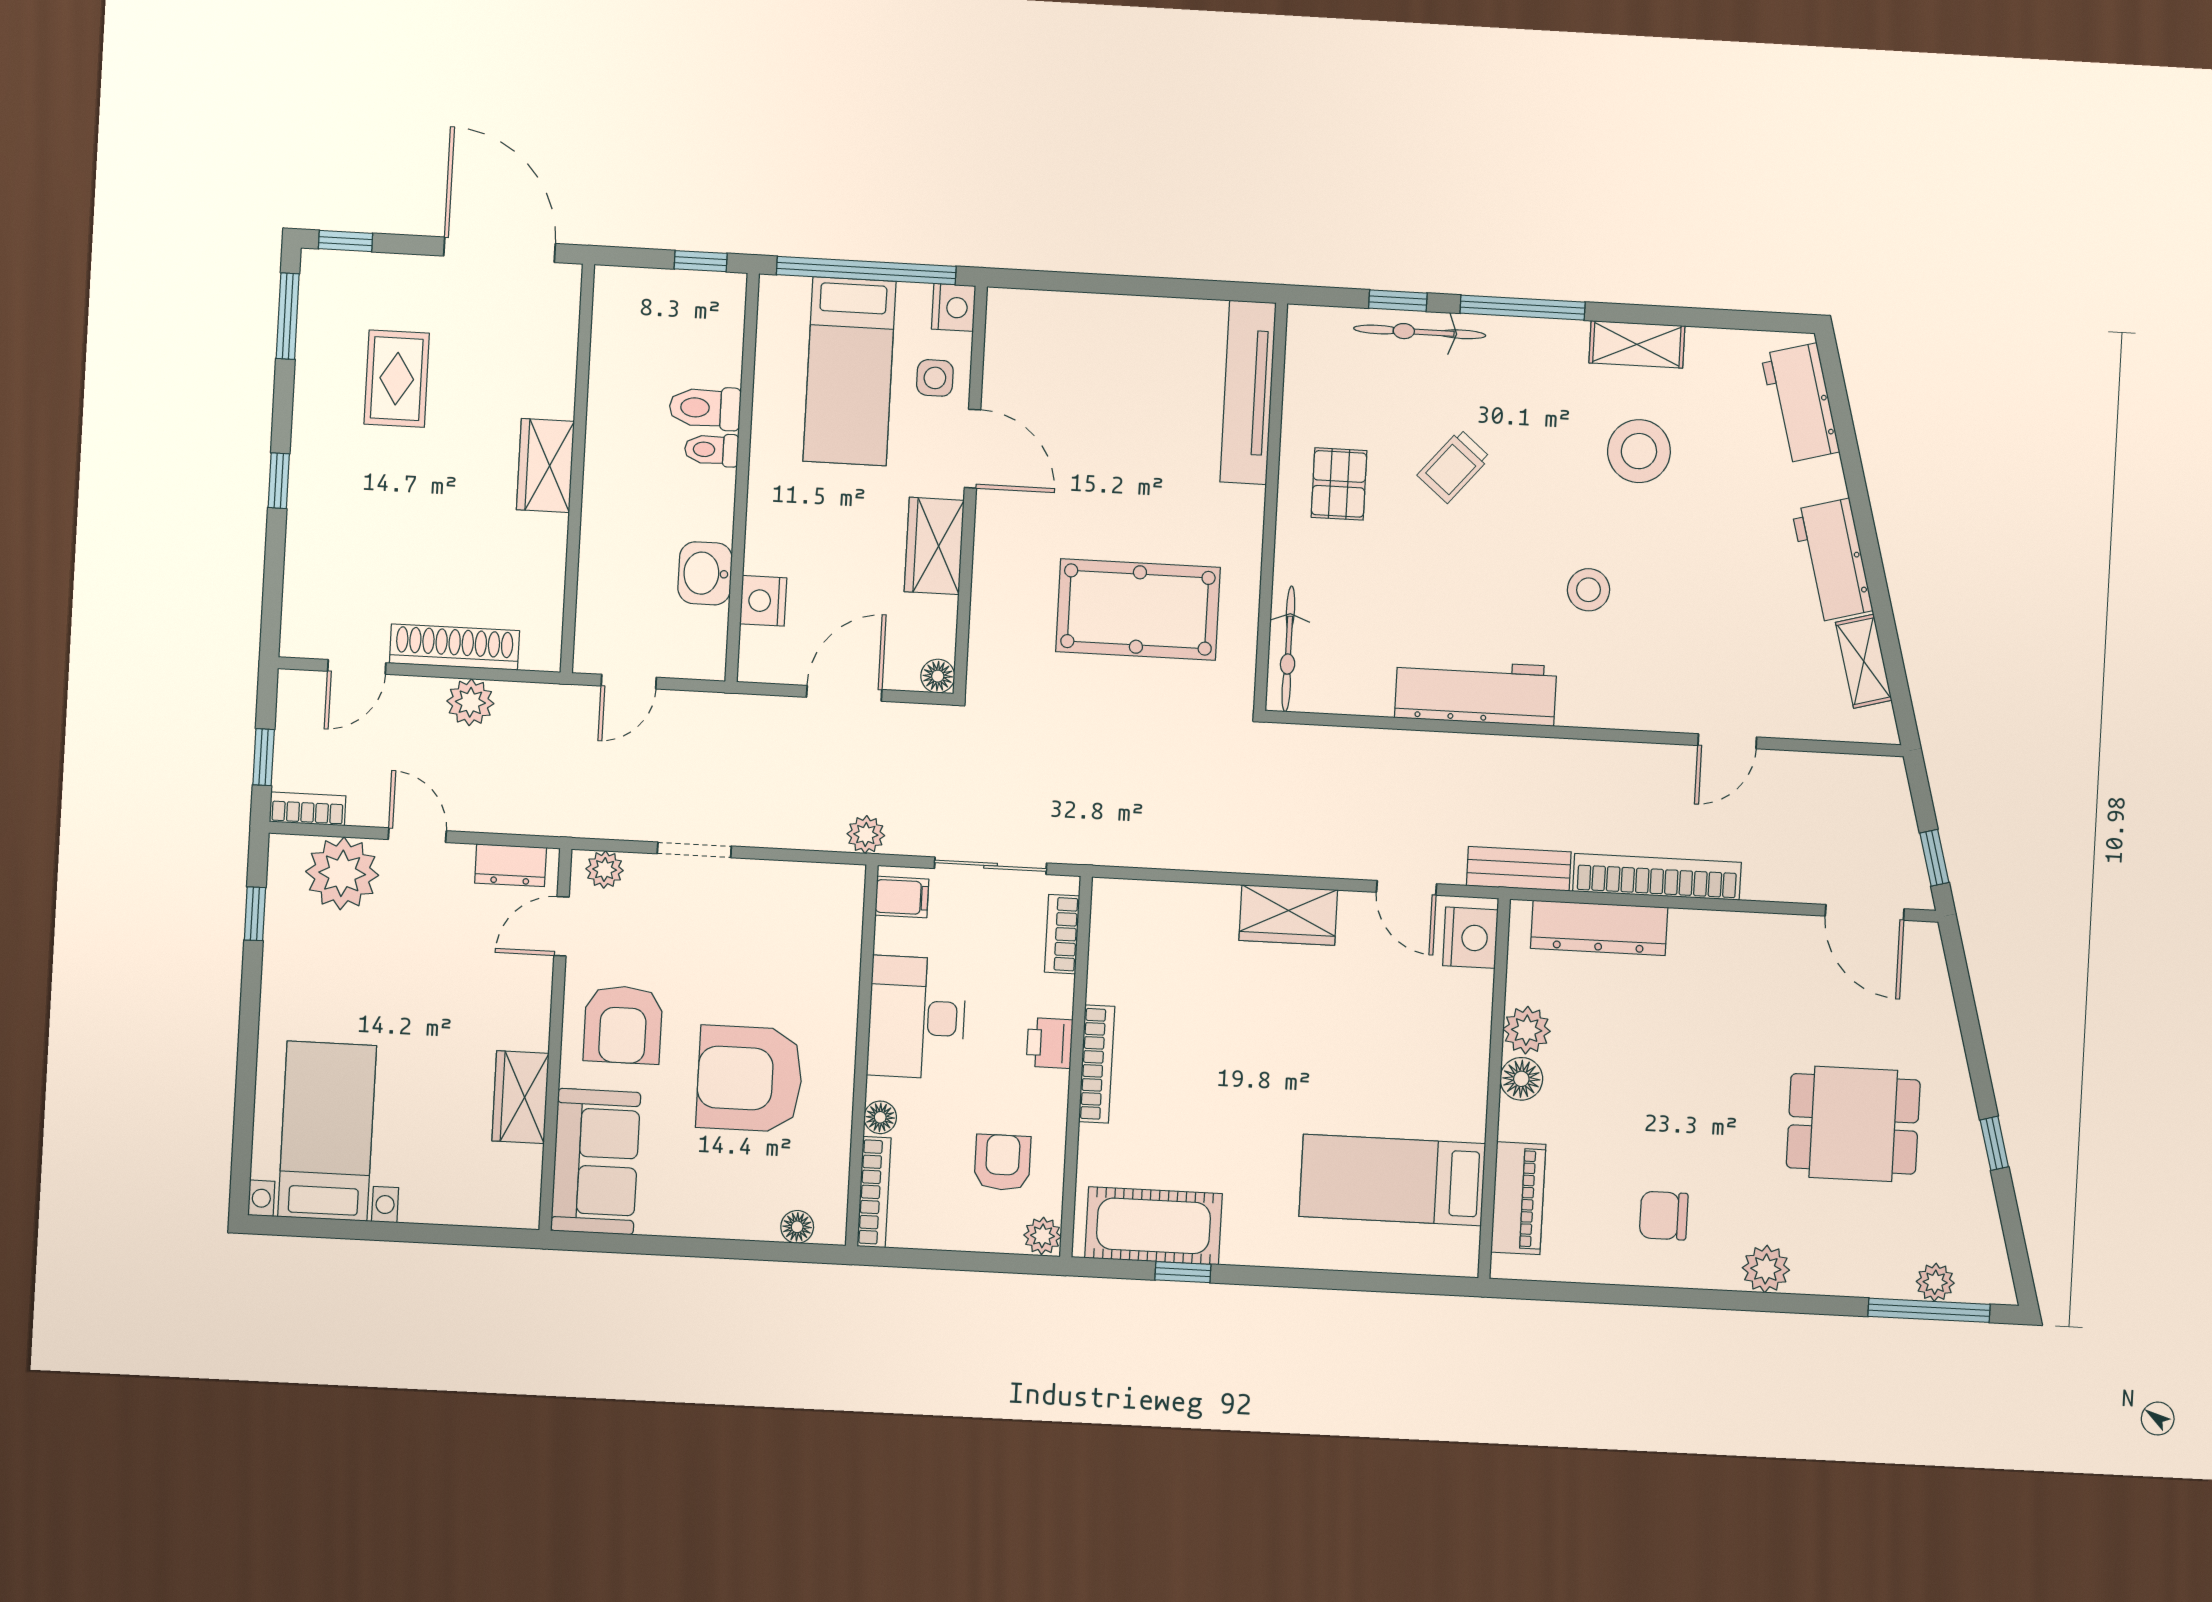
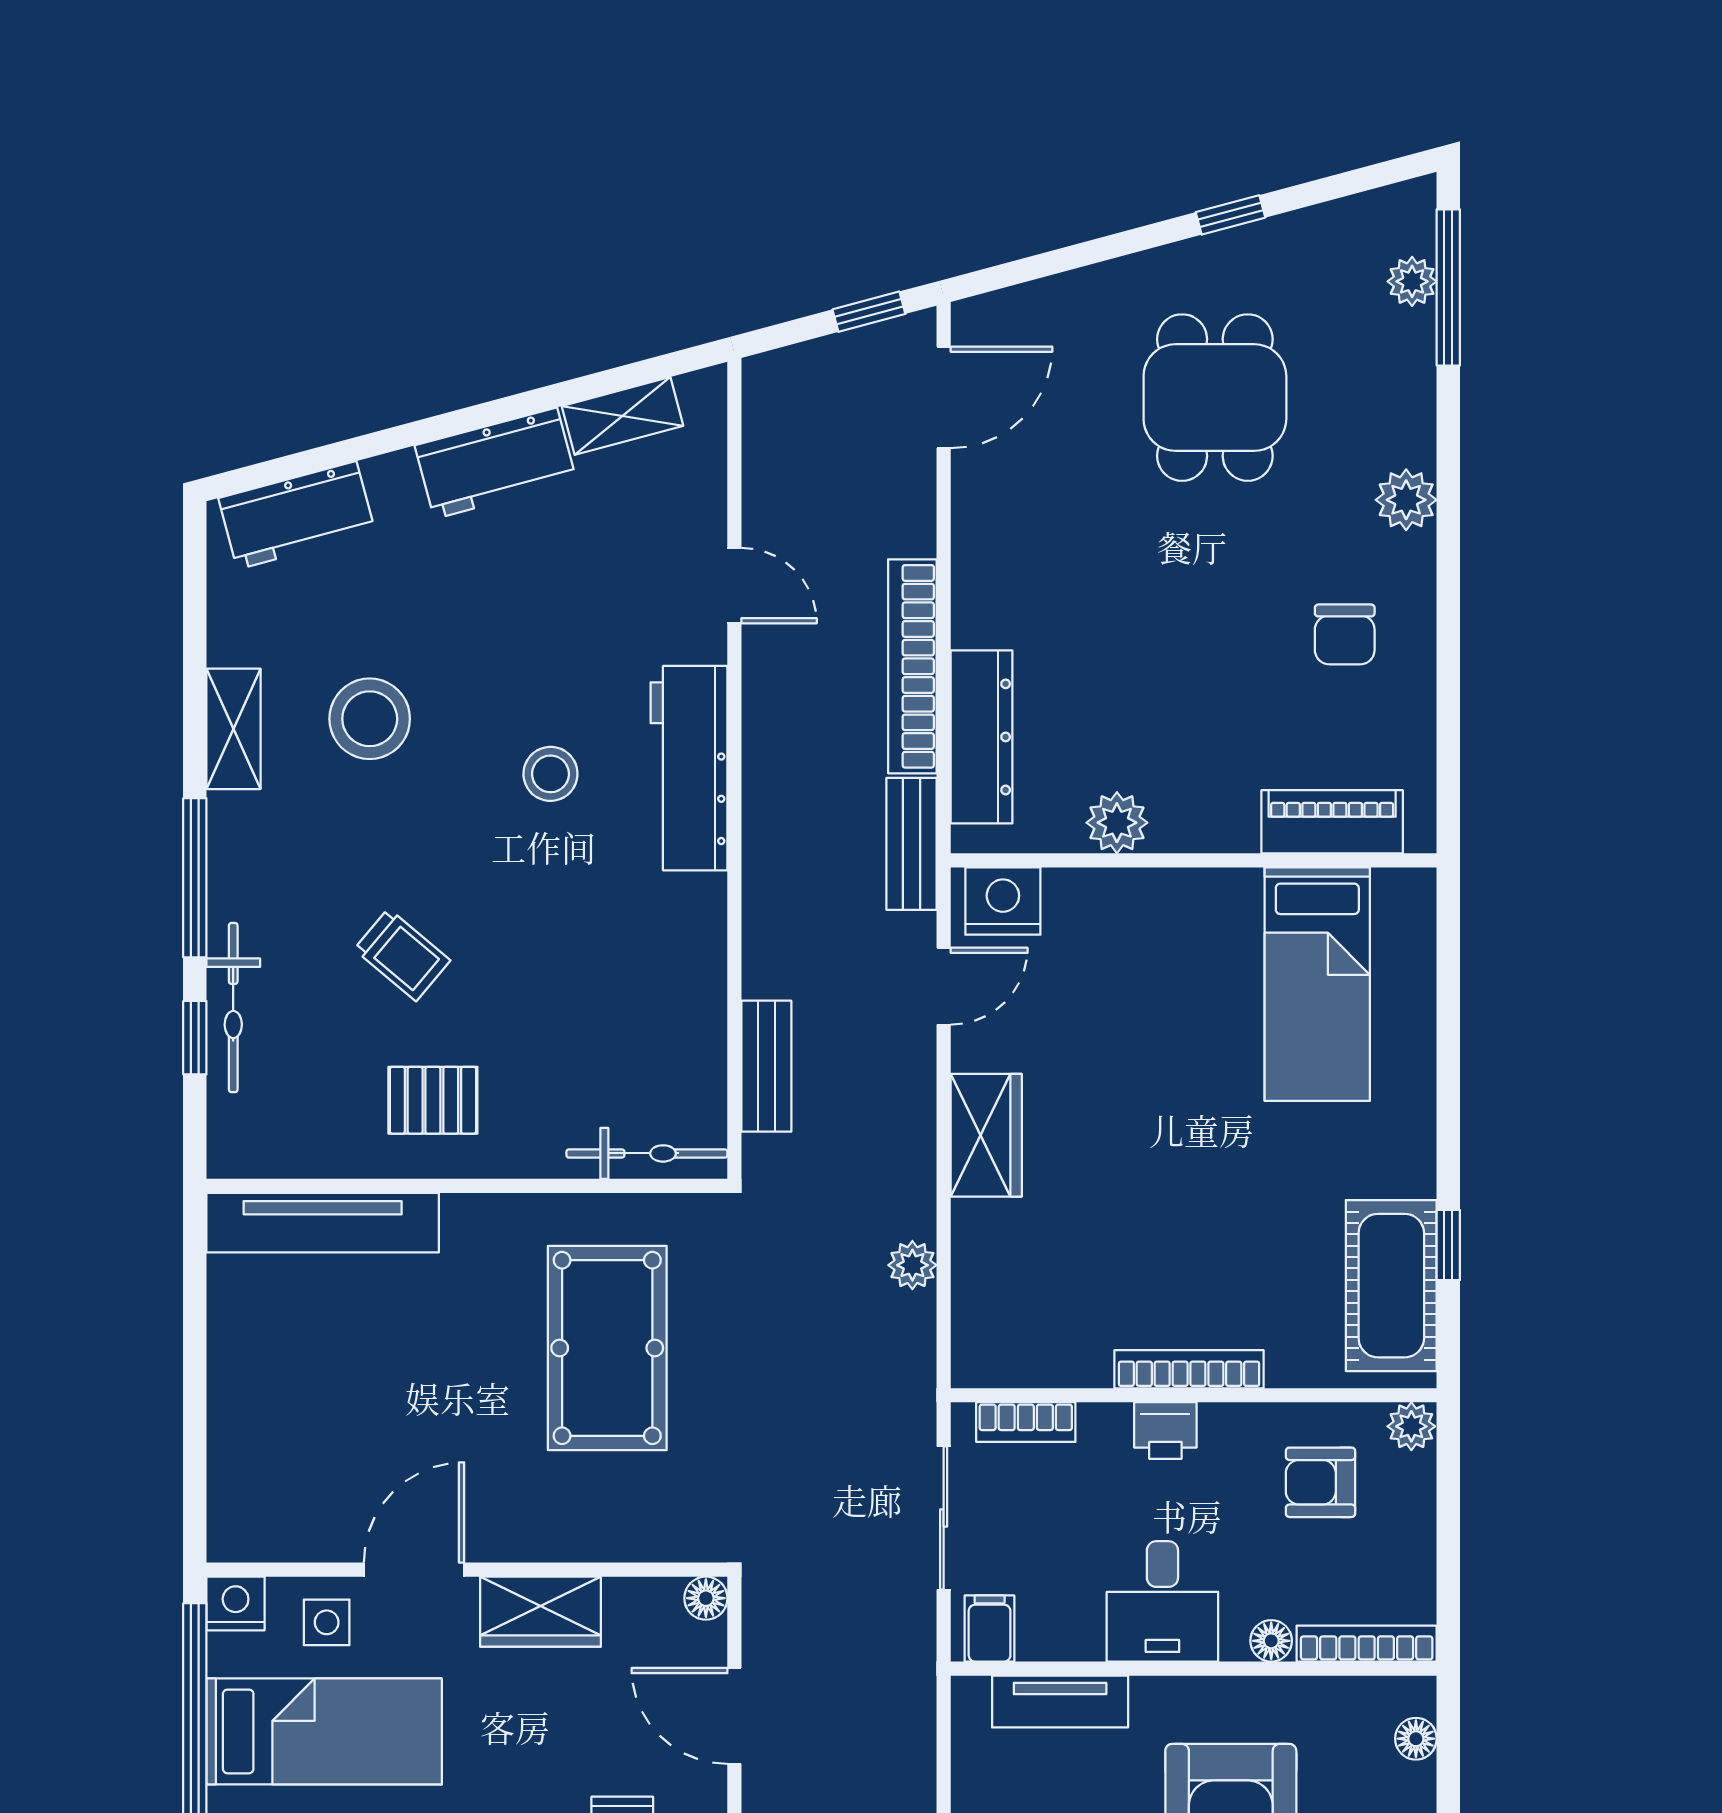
workbench: (1476, 692) -> (689, 768), moved
bench: (1351, 746) -> (766, 1066), added
plant: (866, 835) -> (912, 1265), moved
tv unit: (842, 949) -> (1060, 1701), added
desk: (917, 1017) -> (1162, 1601), width x0.73
floor lamp: (1521, 1079) -> (1180, 826), removed

